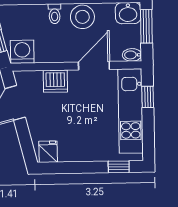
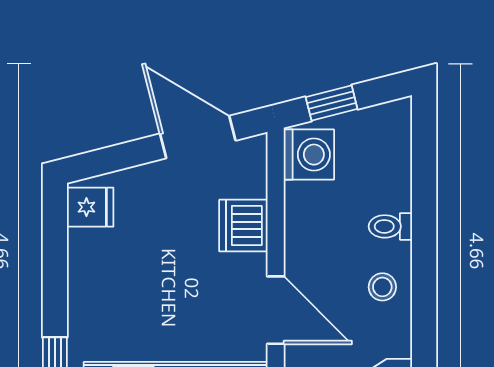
stool: (82, 17) -> (382, 287), width x0.53, depth x0.53

